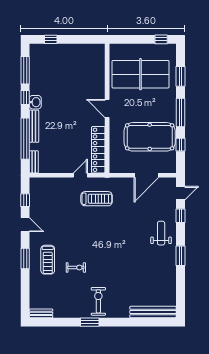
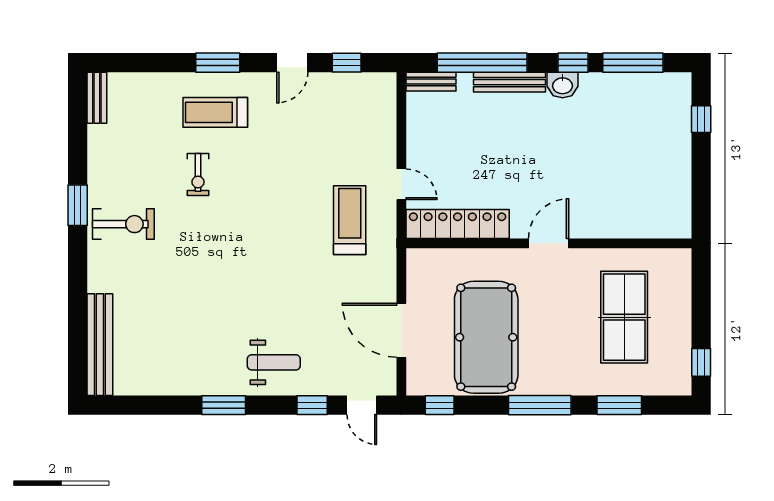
table tennis table: (141, 74) -> (624, 317), width x0.73, depth x0.76
window: (180, 145) -> (440, 405), moved
treadmill: (97, 199) -> (350, 220), turned 180

